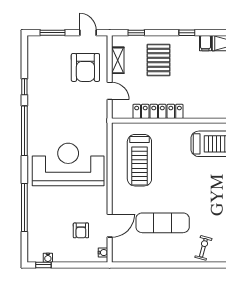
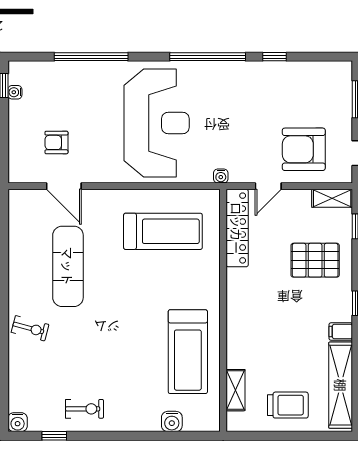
shelving: (118, 60) -> (332, 198), moved
locker: (158, 111) -> (237, 228), moved
treadmill: (139, 160) -> (163, 231), turned 180
water cooler: (103, 253) -> (221, 176), moved

